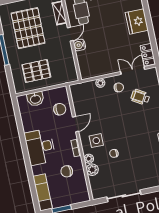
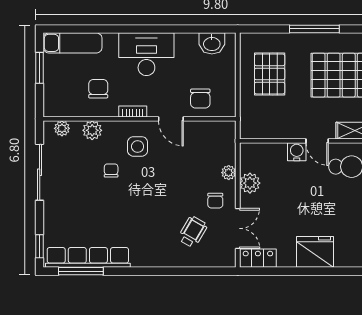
plant: (104, 69) -> (250, 183), added
washbasin: (35, 99) -> (212, 43), moved, turned -90
plant: (89, 159) -> (62, 128), moved

